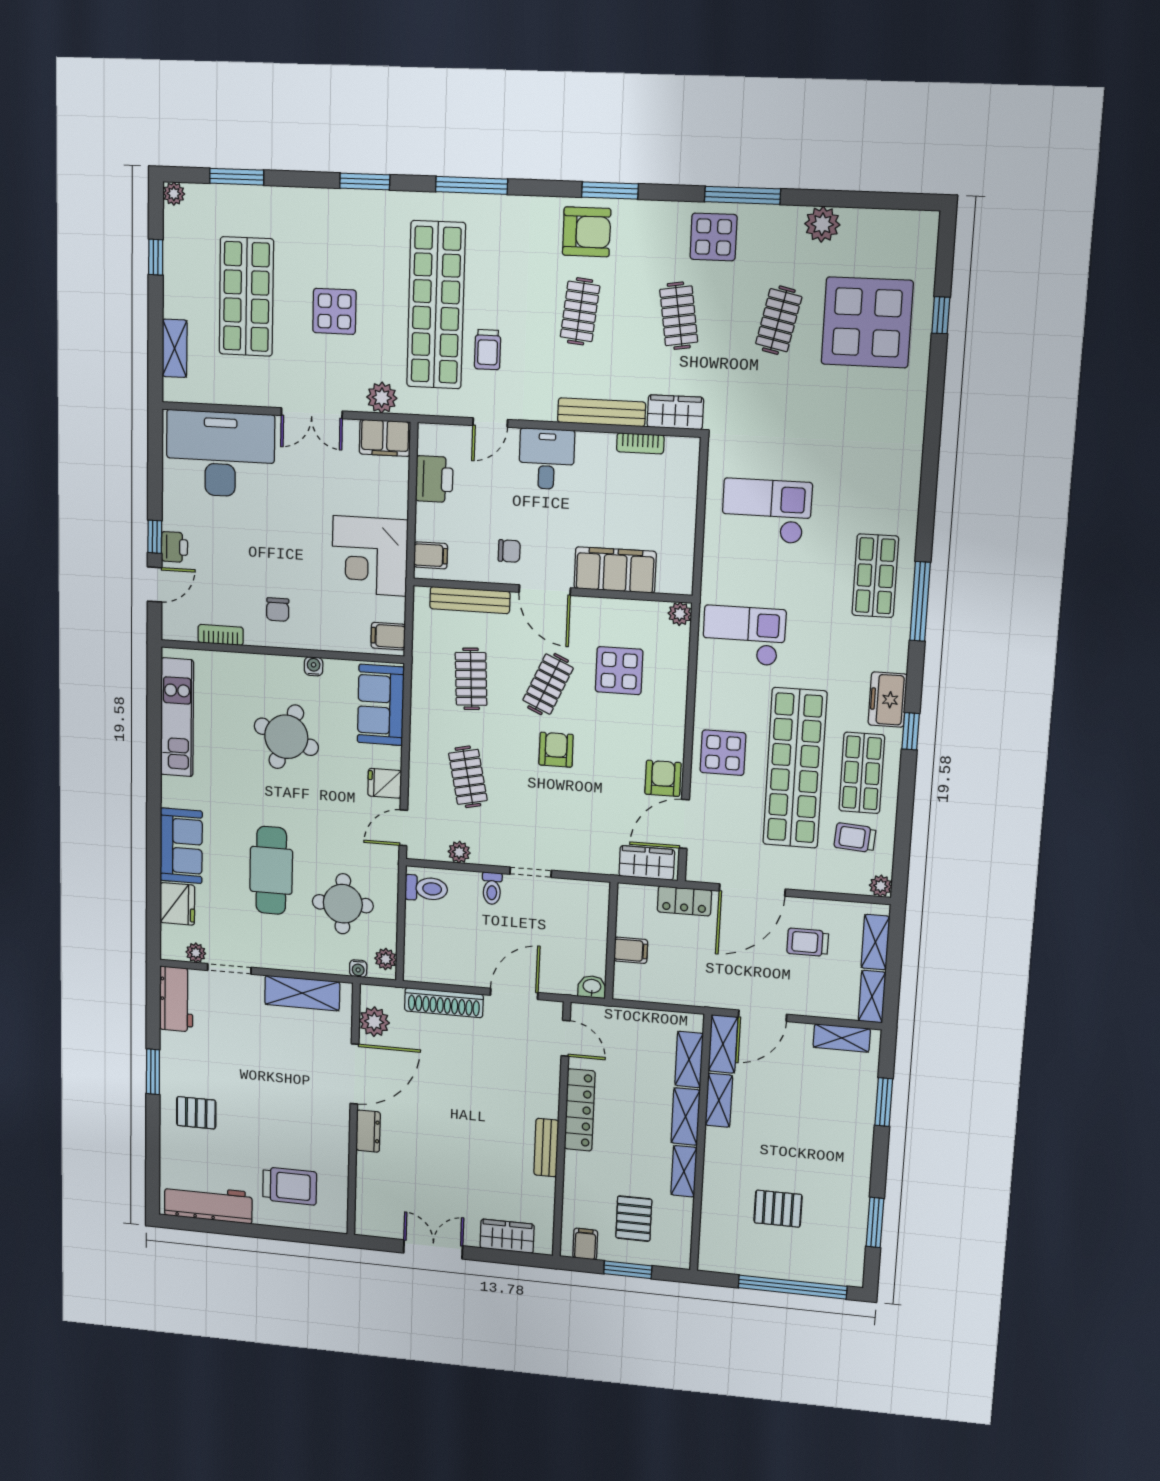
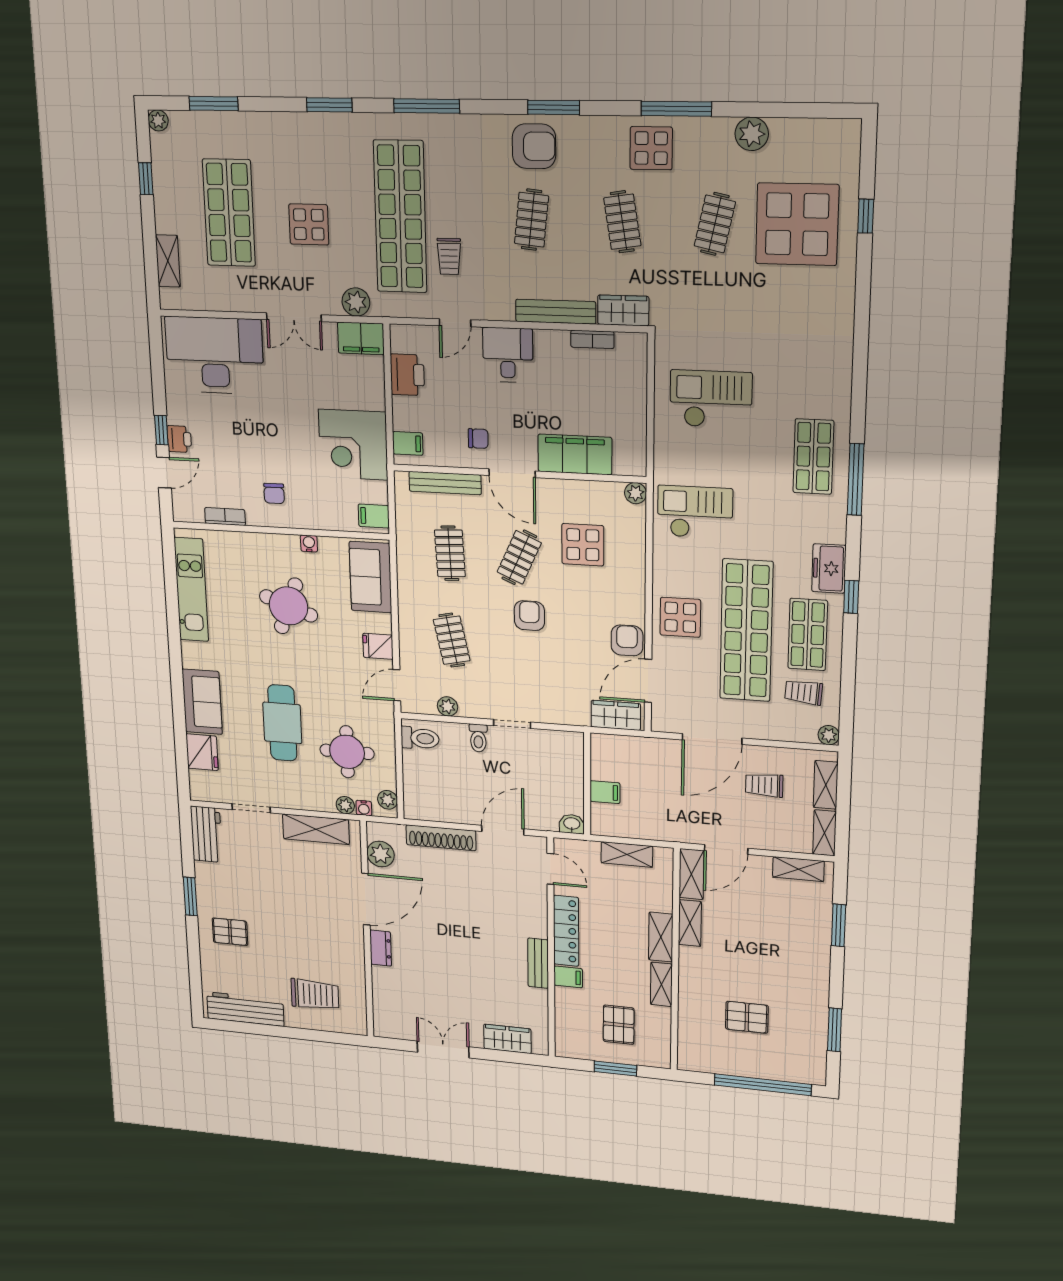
locker: (684, 901) -> (651, 749), removed
plant: (196, 953) -> (345, 805), moved
shelving: (689, 1059) -> (627, 854), moved, turned 90
filing cabinet: (585, 1244) -> (568, 977), moved, turned 90

